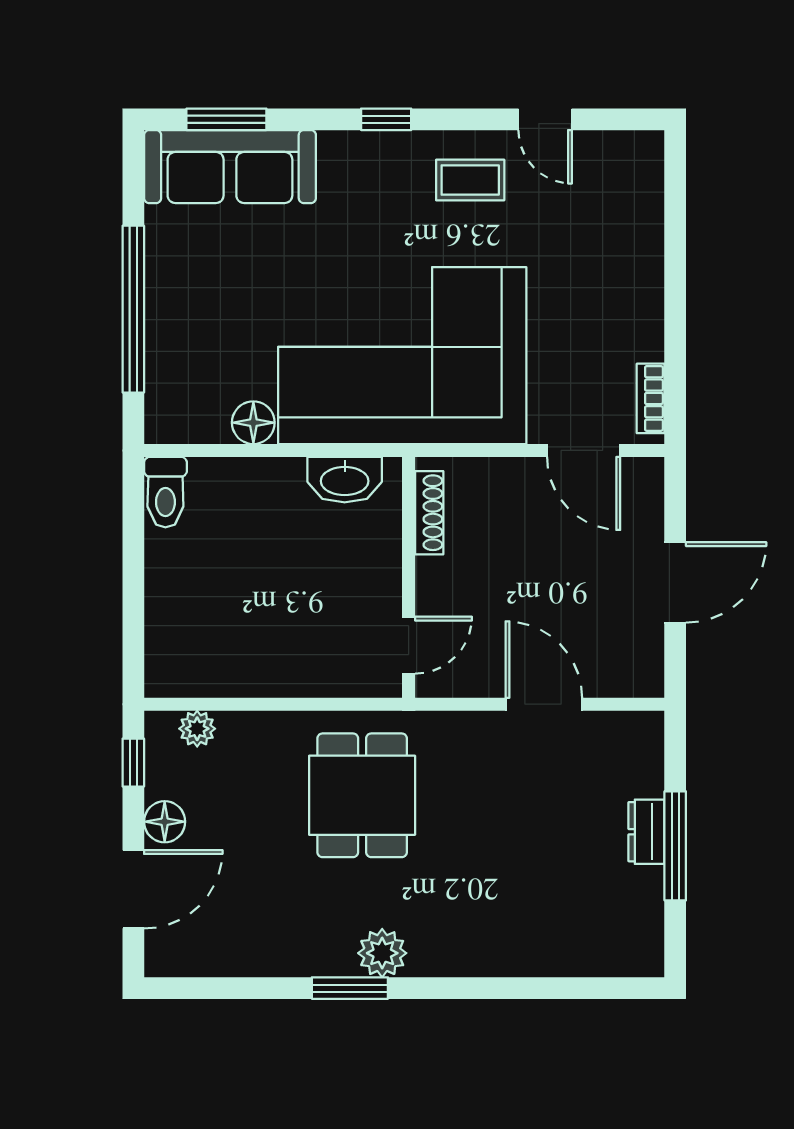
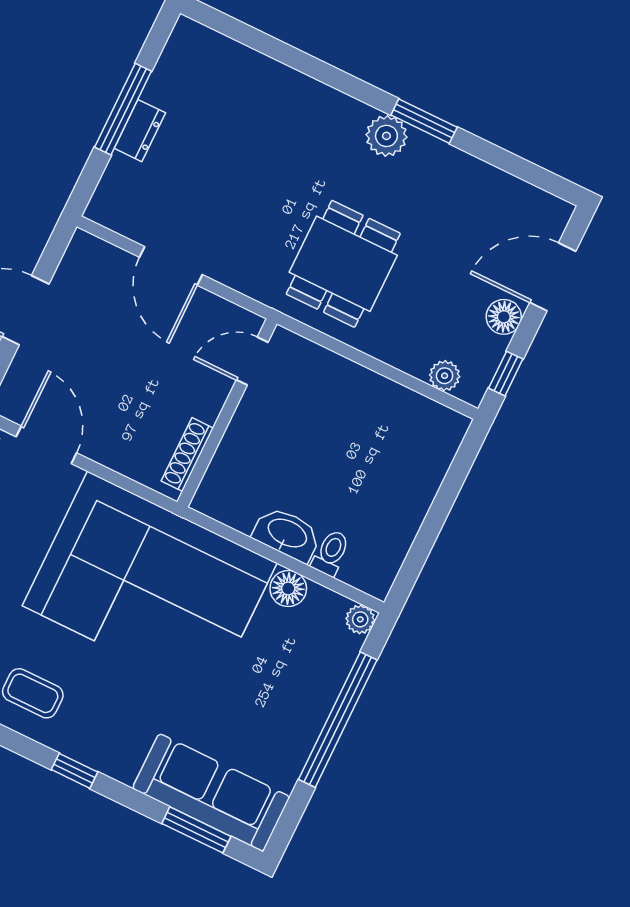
plant: (161, 427) -> (360, 619), added
washbasin: (345, 480) -> (287, 534), moved
toilet: (165, 492) -> (331, 553), moved, width x0.73, depth x0.72

